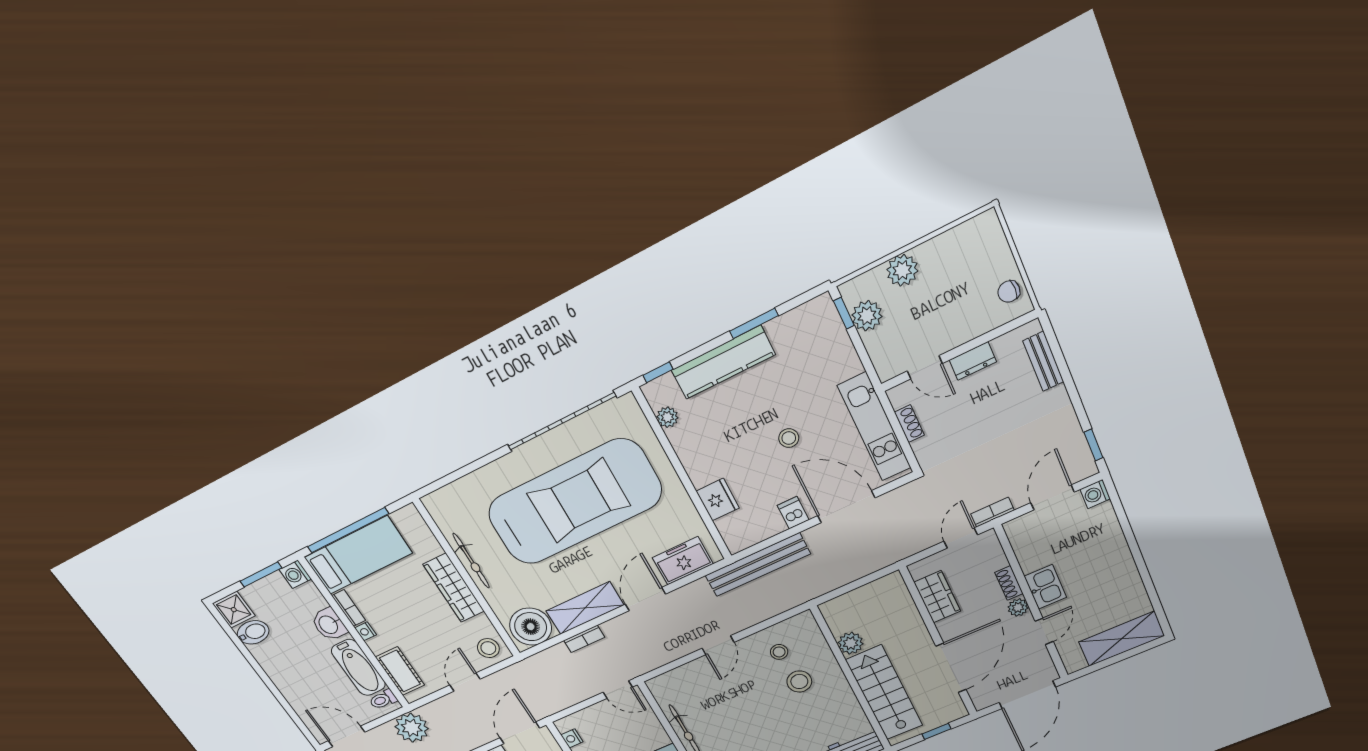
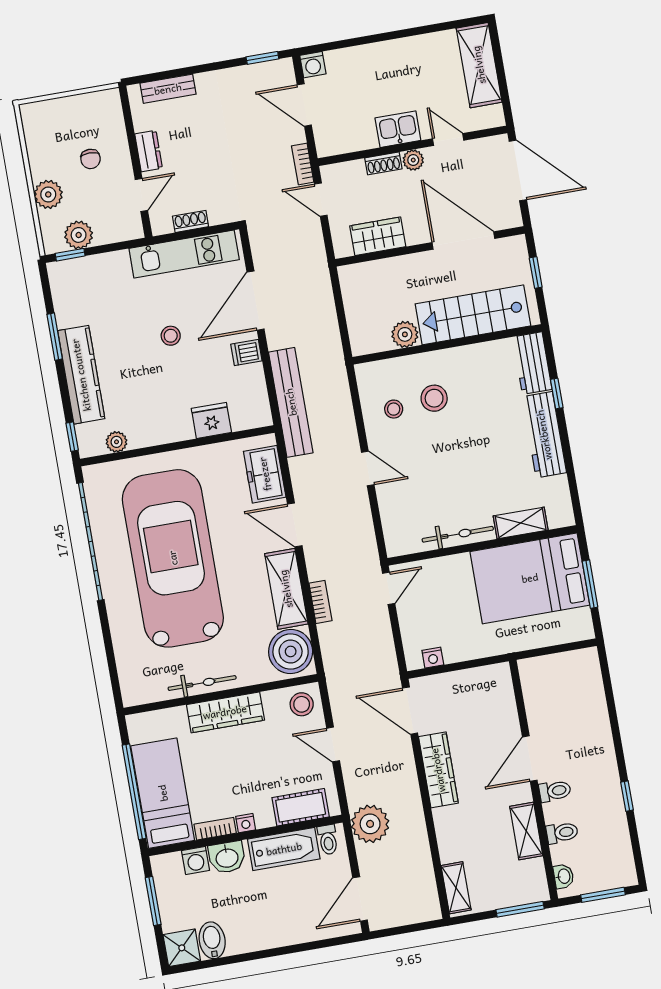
chair: (1009, 291) -> (91, 159), moved
washing machine: (295, 574) -> (196, 860), moved

